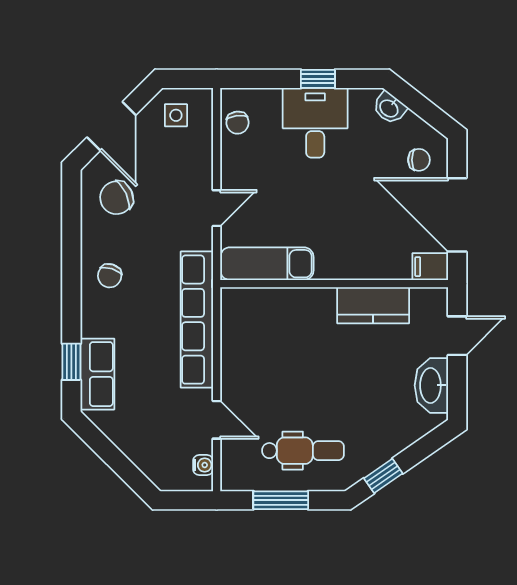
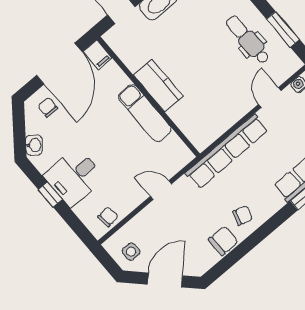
chair: (117, 198) -> (223, 241), moved, turned -65
exam couch: (267, 264) -> (145, 113), moved
kitchen counter: (373, 305) -> (158, 86), moved

